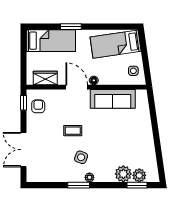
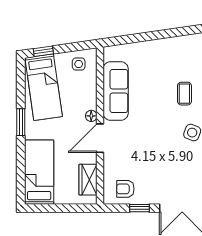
window: (71, 27) -> (21, 122), moved
window: (143, 44) -> (43, 51), added
window: (23, 103) -> (139, 208), moved
coffee table: (73, 131) -> (184, 94), moved

